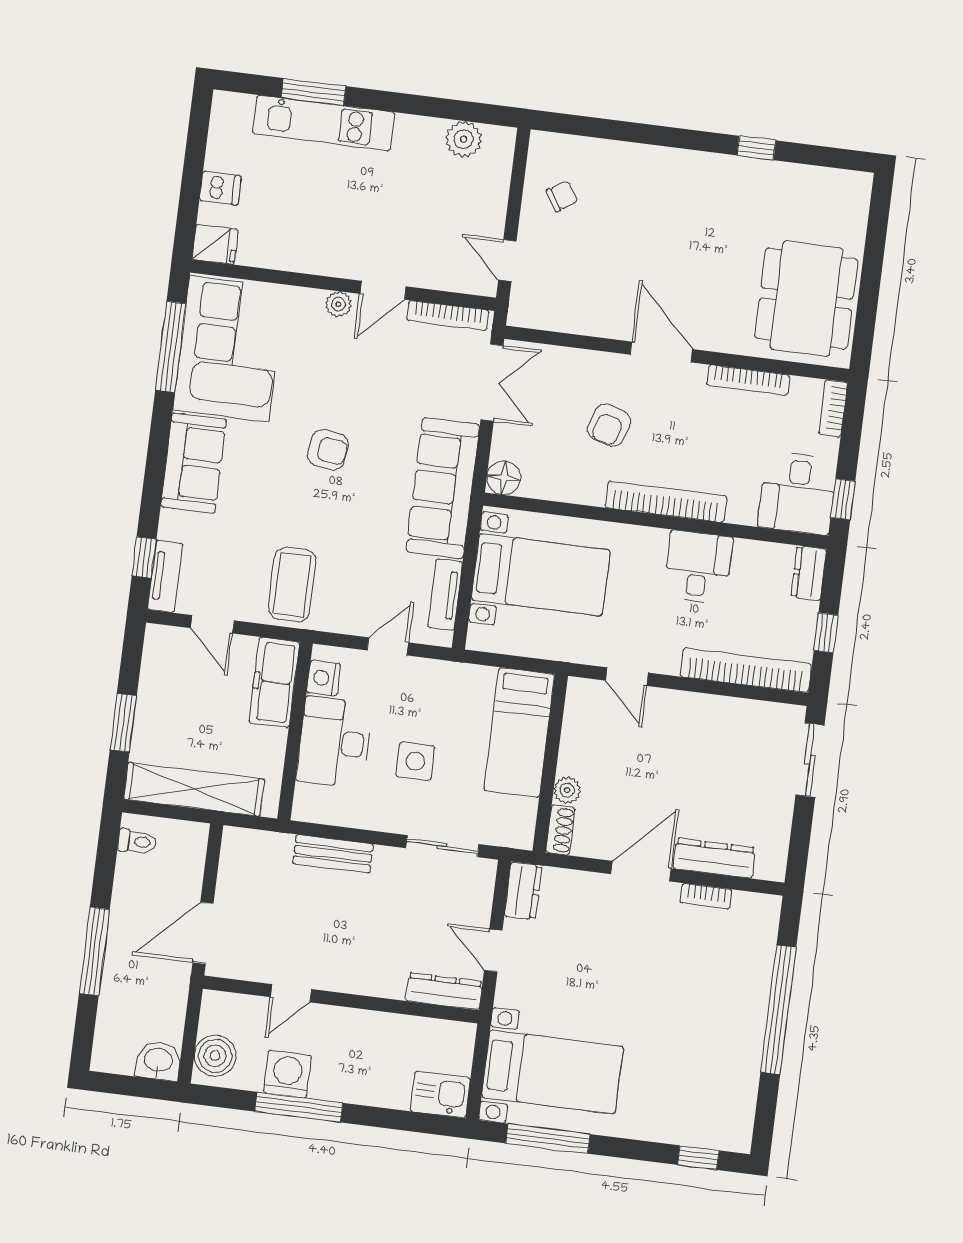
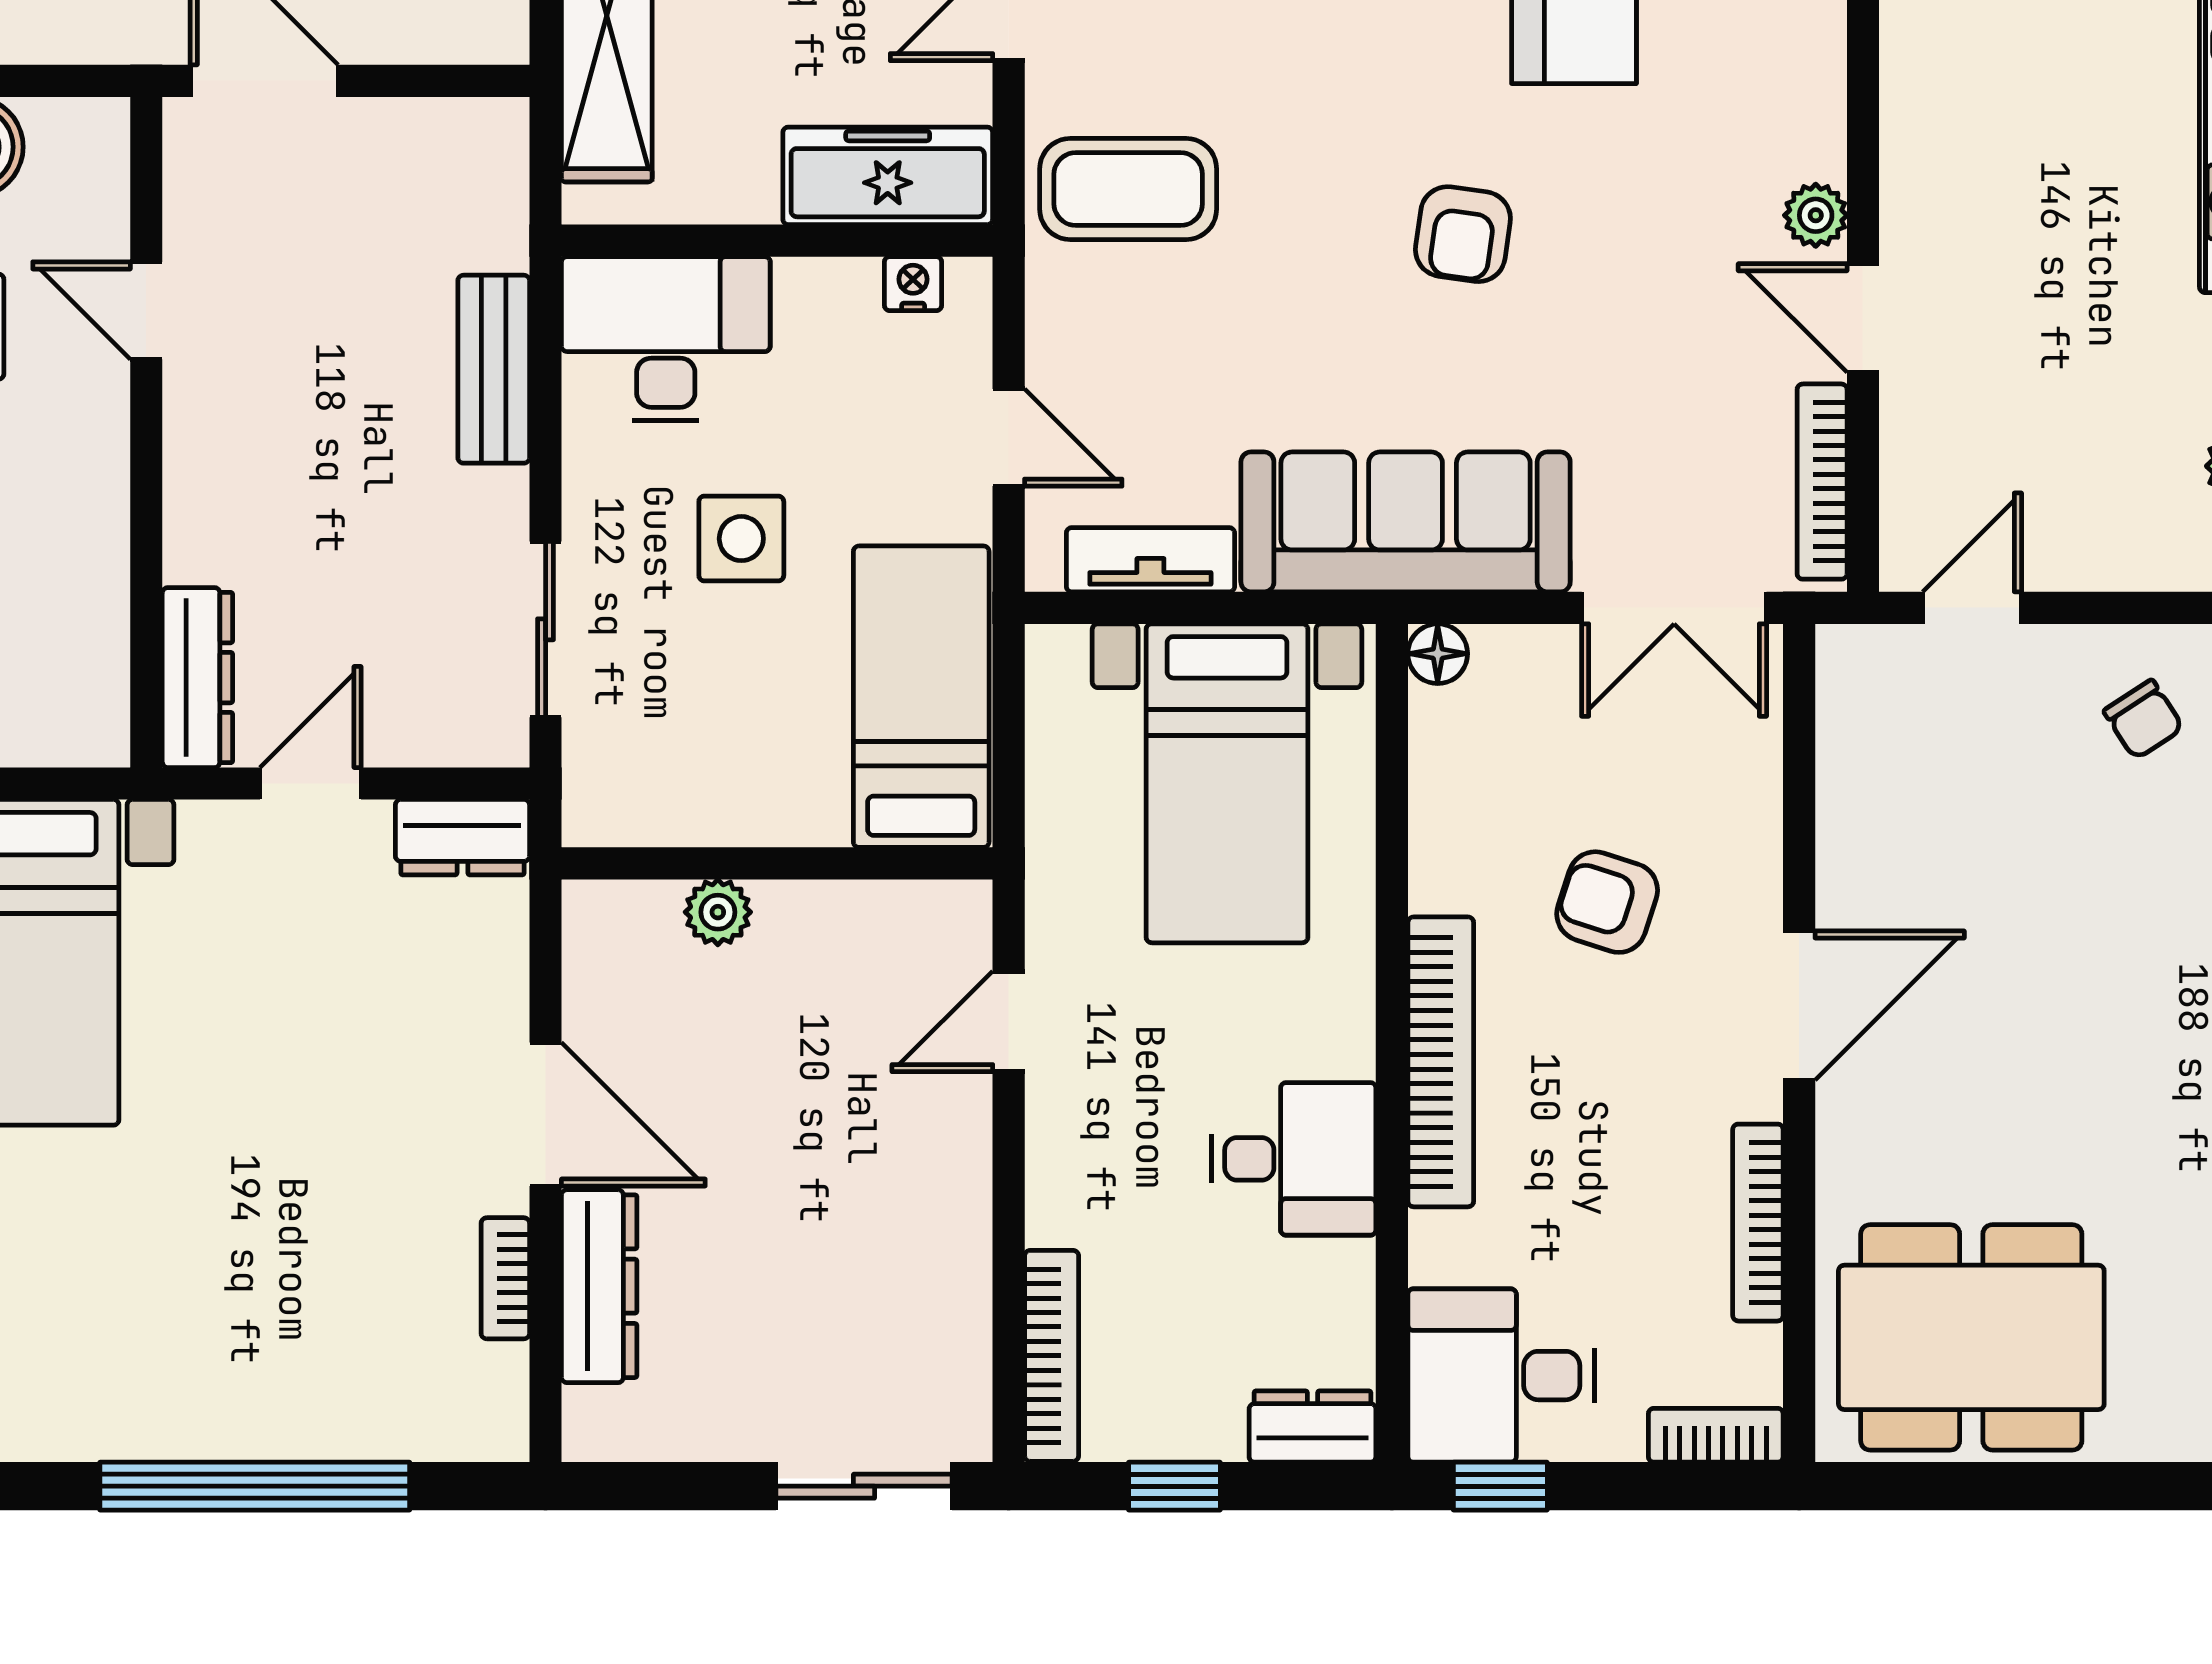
floor lamp: (504, 478) -> (1438, 654), width x0.73, depth x0.73
bookcase: (746, 670) -> (1052, 1356), width x0.68, depth x0.76
nightstand: (324, 678) -> (913, 284), width x0.72, depth x0.74
bed: (519, 732) -> (921, 697), moved, turned 90
desk: (334, 742) -> (666, 338), moved
shoe rack: (560, 830) -> (620, 908), removed

